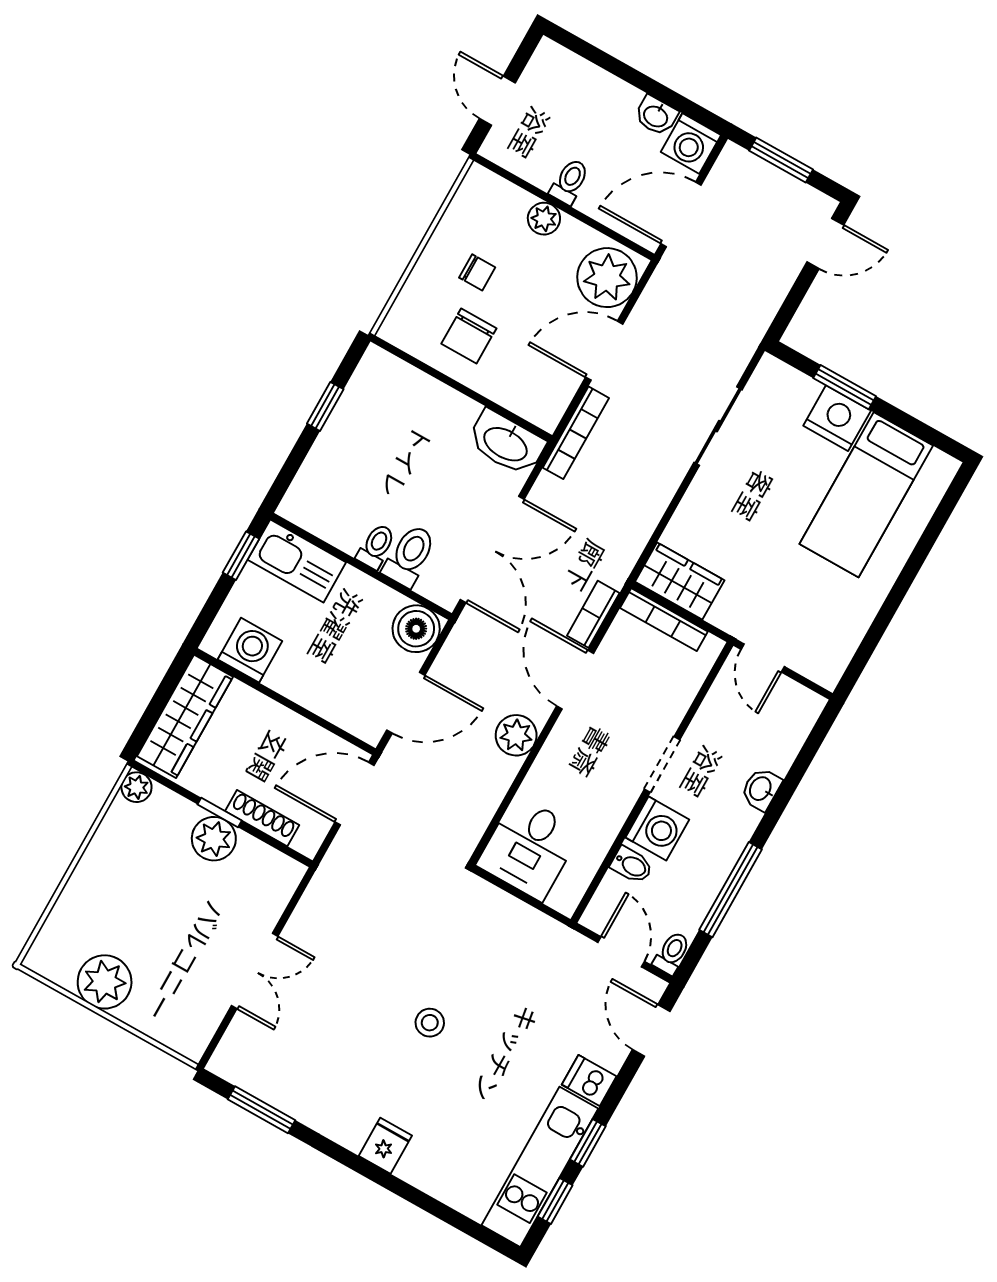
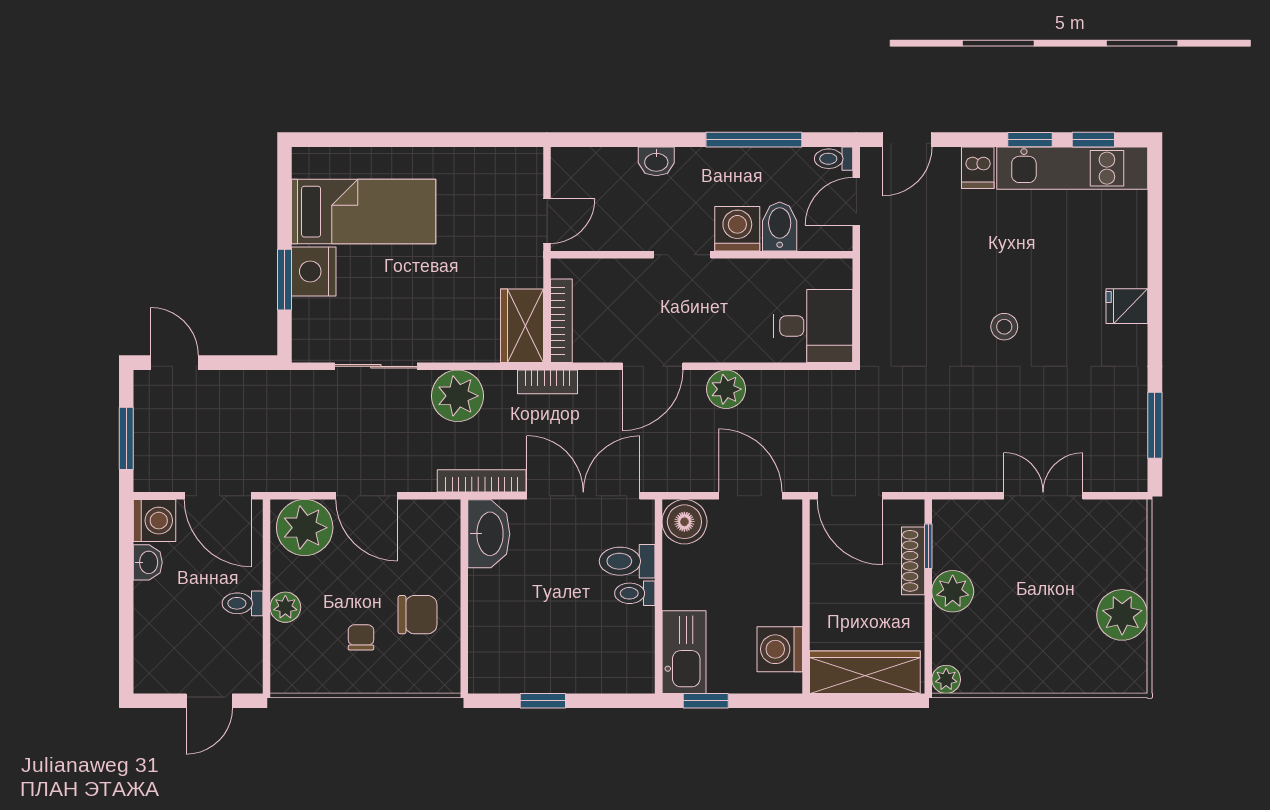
bookcase: (576, 433) -> (482, 481), moved
plant: (649, 486) -> (458, 396), added
bookcase: (593, 614) -> (547, 382), moved
window: (220, 812) -> (928, 546), moved
bidet: (632, 865) -> (780, 226), width x1.38, depth x1.36

